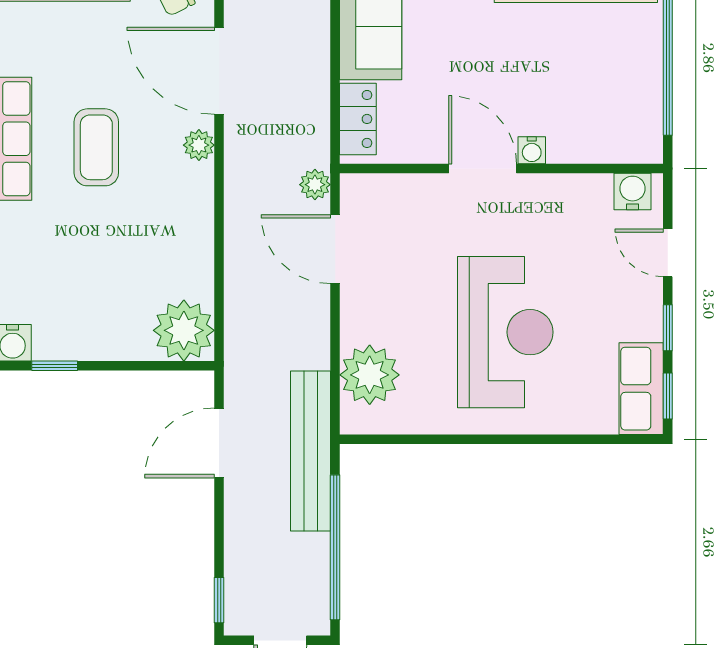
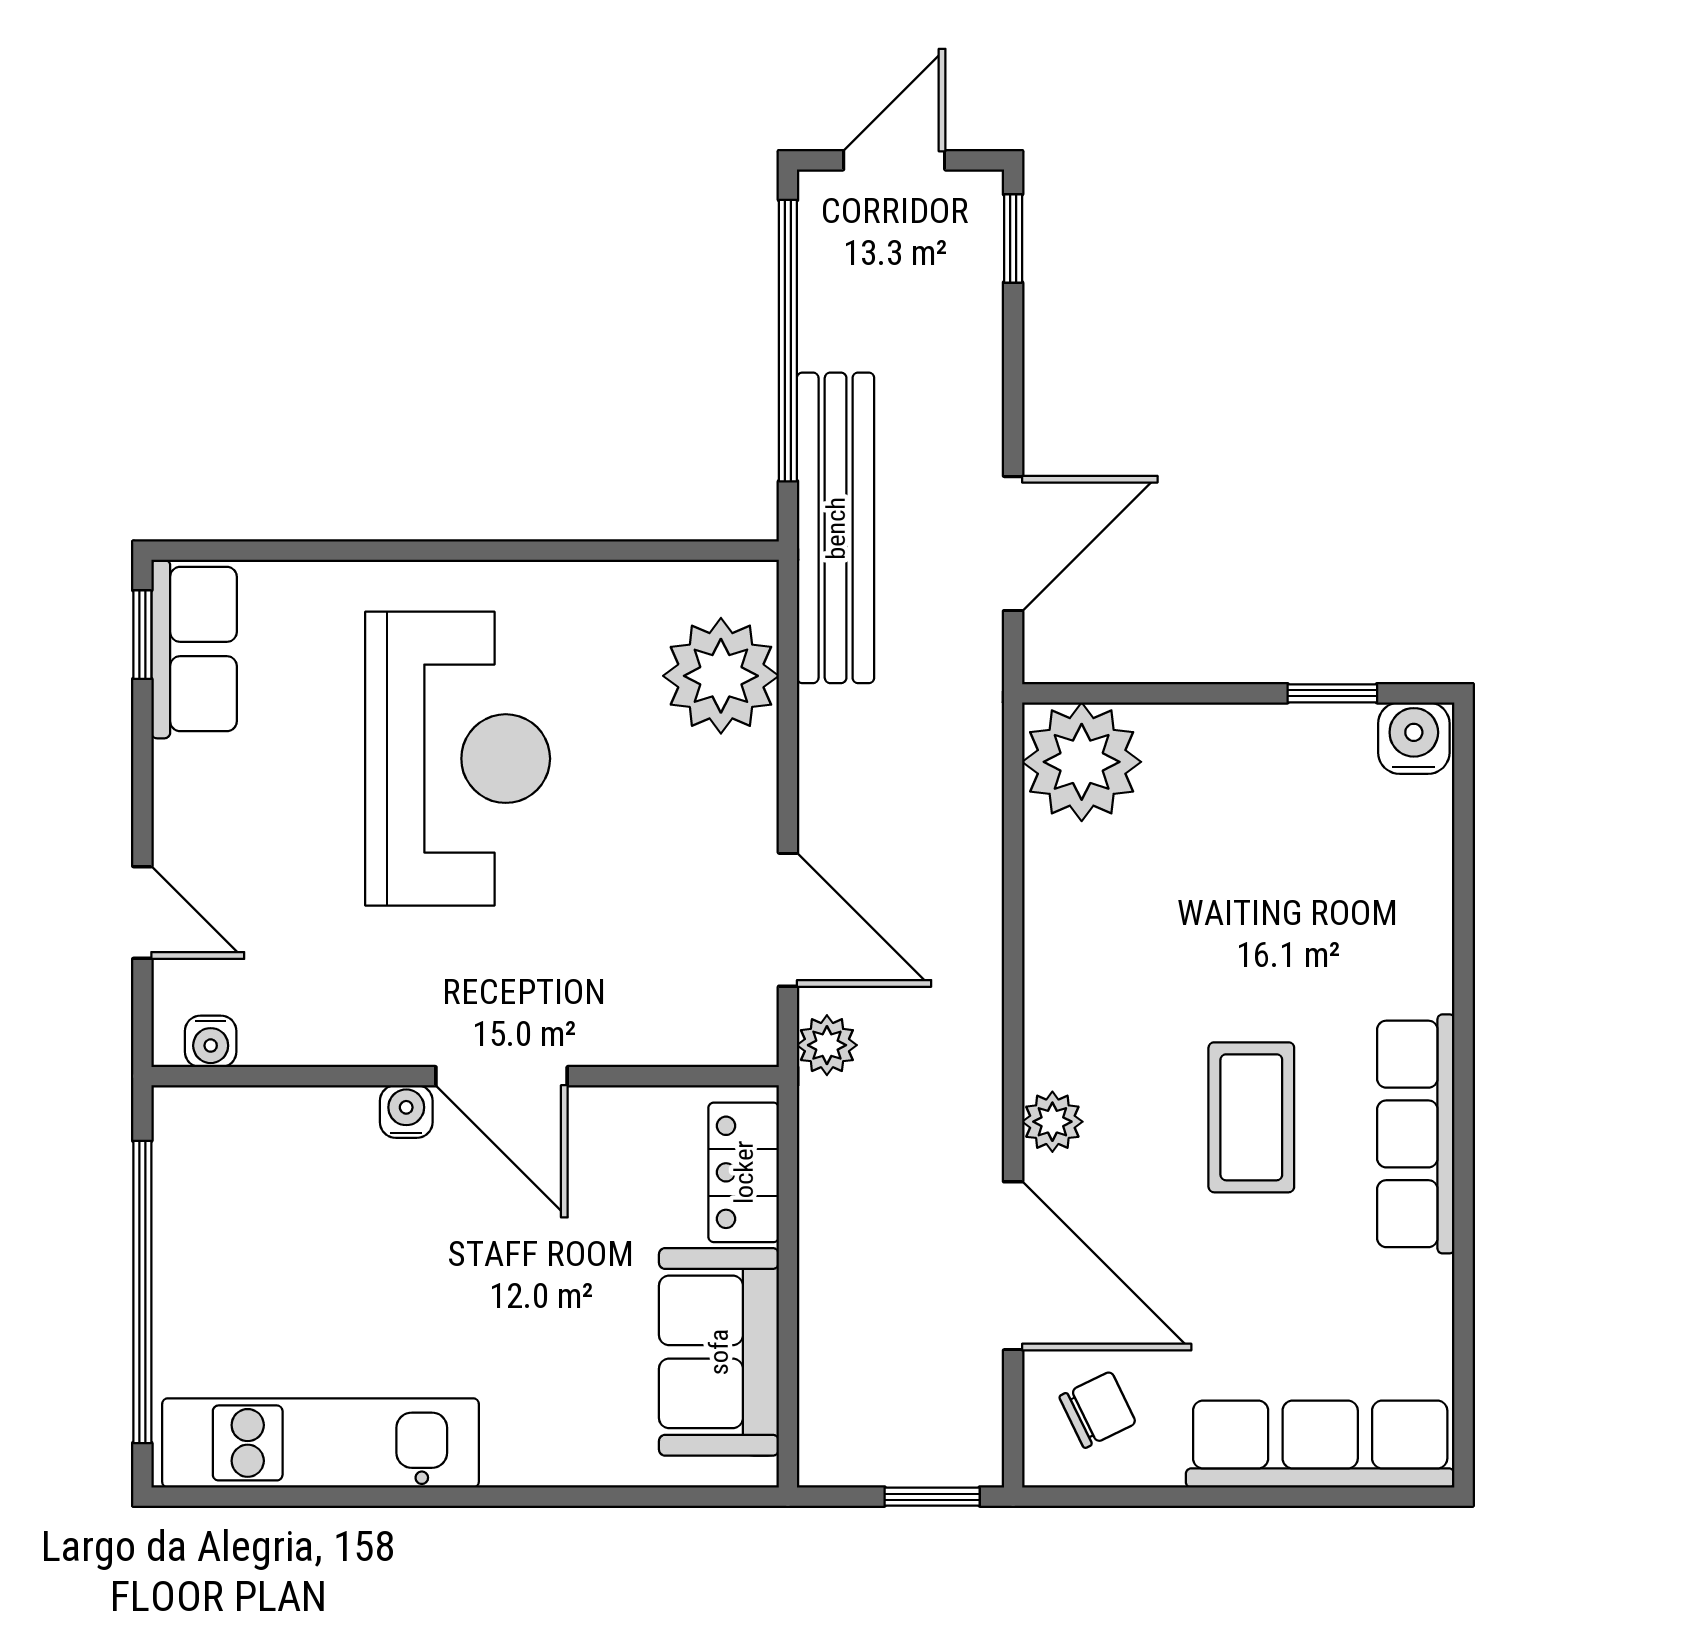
water cooler: (632, 191) -> (211, 1041), width x0.72, depth x0.72
window: (668, 328) -> (142, 767), removed
reception desk: (505, 332) -> (458, 759), turned 180

